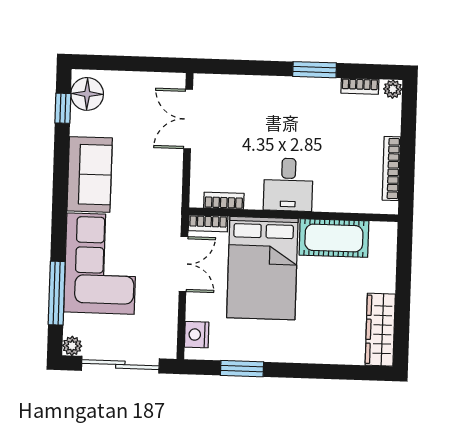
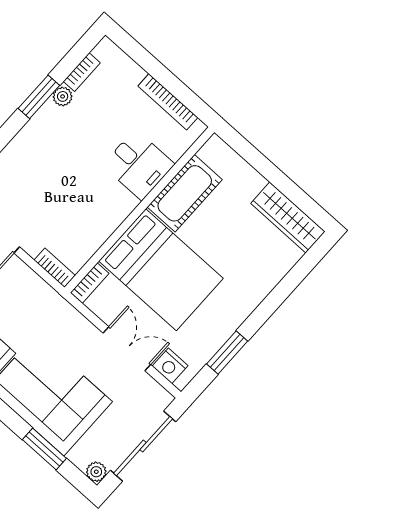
plant: (393, 89) -> (63, 96), moved
desk: (288, 185) -> (138, 165), moved
bookcase: (224, 201) -> (55, 268), moved, turned 90
double door: (183, 264) -> (127, 349), moved
window: (57, 293) -> (44, 449), width x0.69

